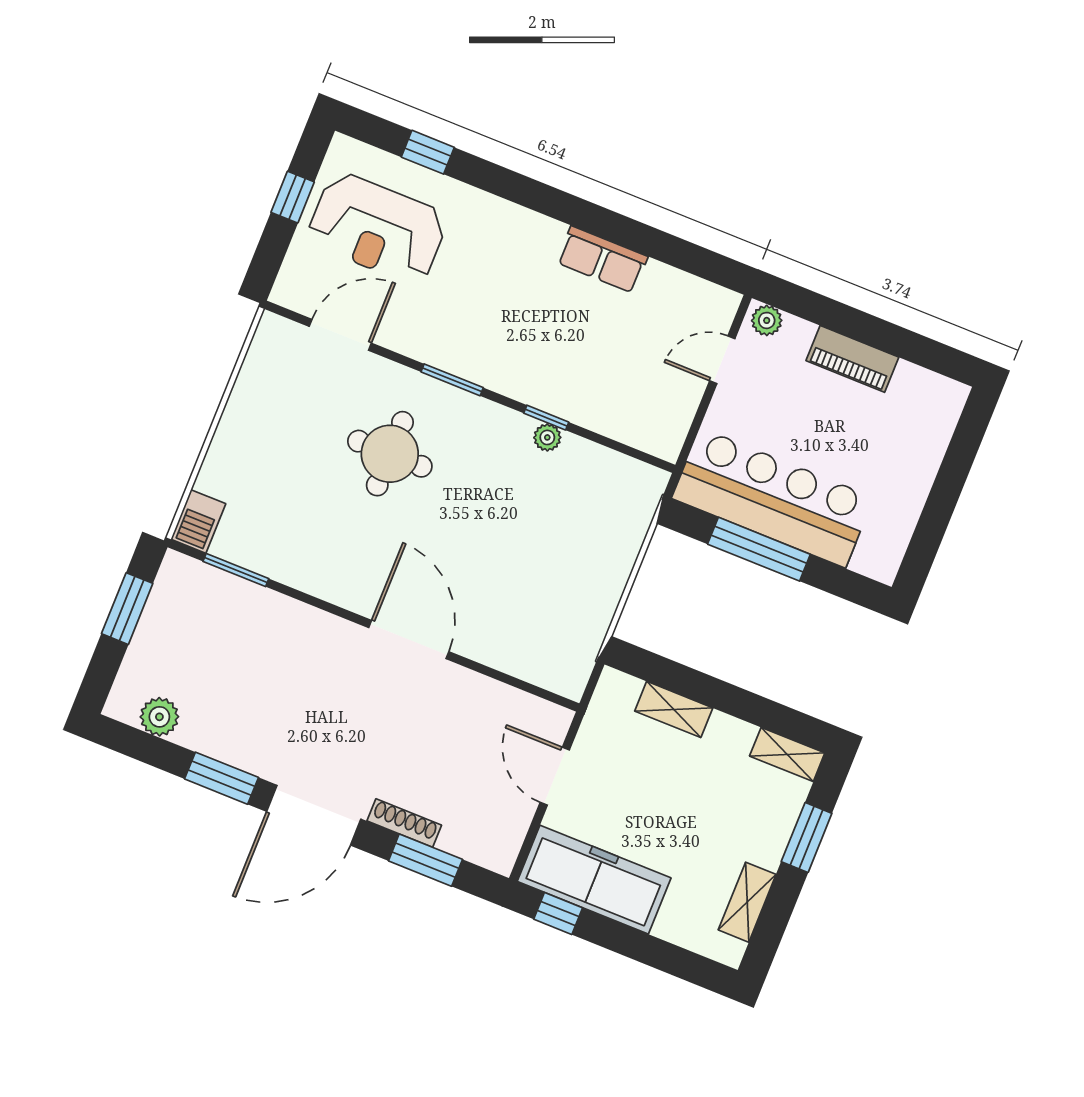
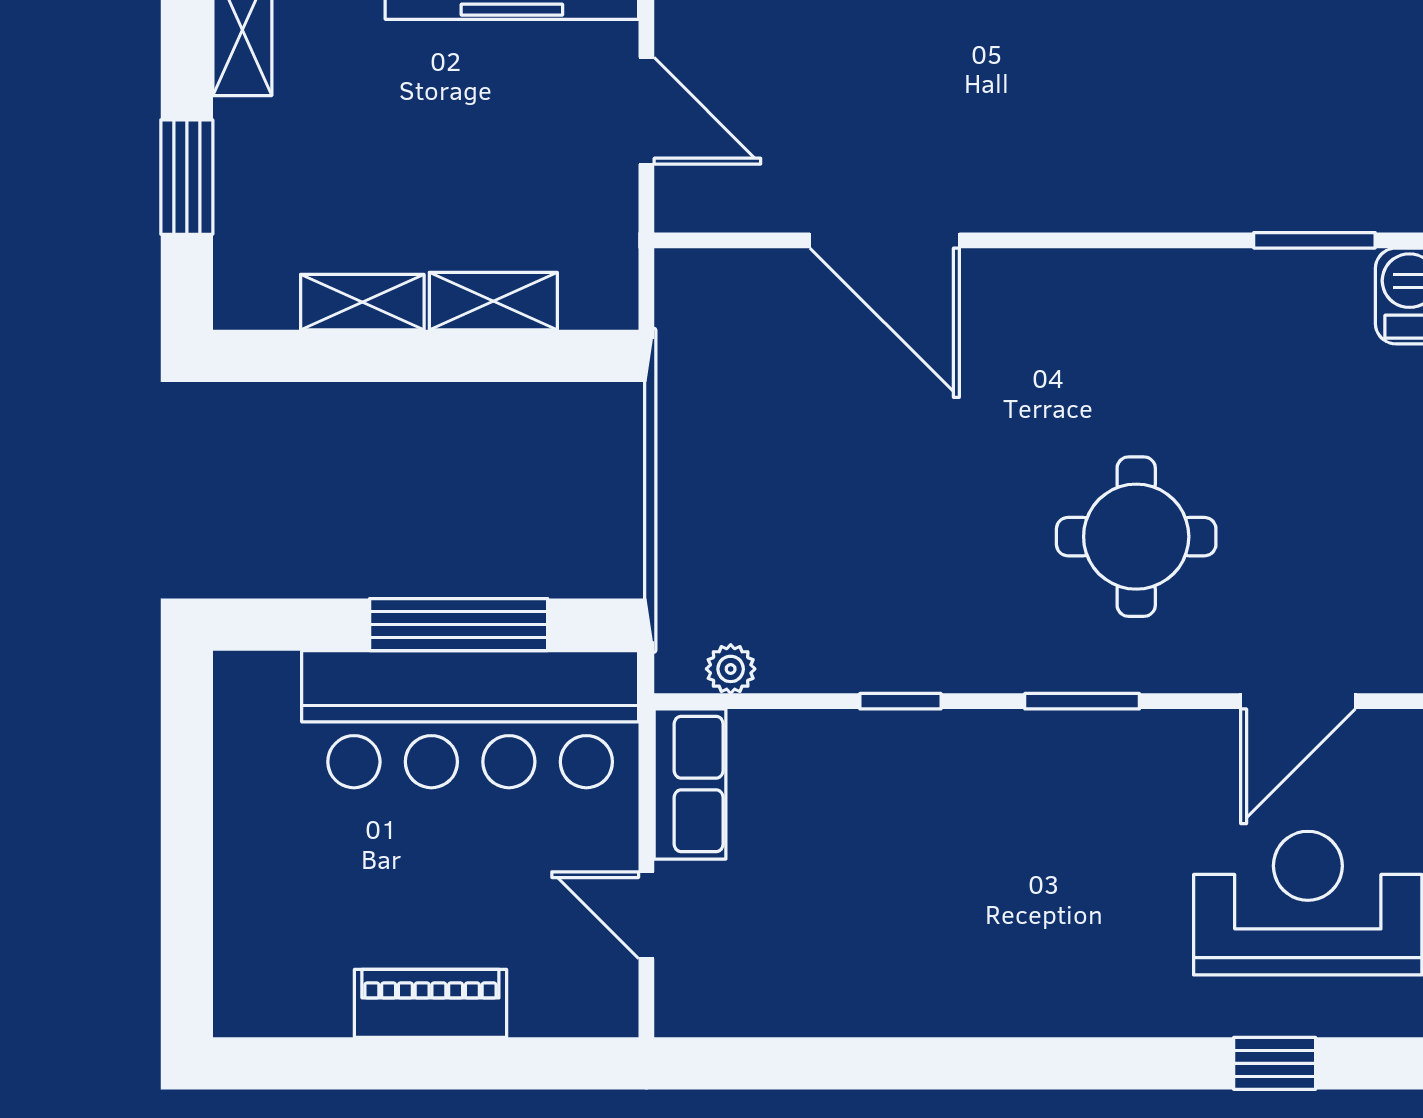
row of seats: (602, 259) -> (690, 784), moved, turned 90
plant: (767, 320) -> (599, 1010), removed
door: (722, 360) -> (646, 915), swing flipped
plant: (547, 437) -> (731, 669), moved
door: (409, 640) -> (885, 240), moved
shelving: (787, 755) -> (362, 302), moved

